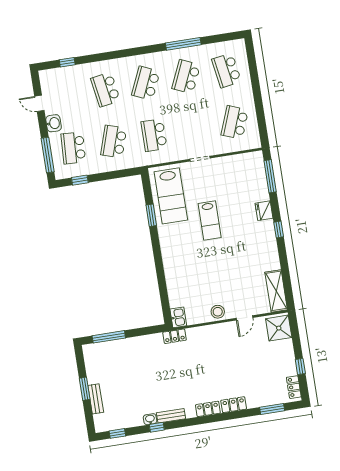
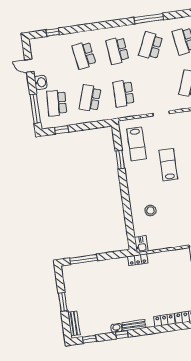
school desk: (146, 83) -> (117, 50), turned -30
lab bench: (171, 196) -> (136, 144), width x0.73, depth x0.72
lab bench: (210, 221) -> (168, 165), turned 180
stool: (218, 312) -> (150, 211), moved
bench: (96, 399) -> (74, 323), moved

